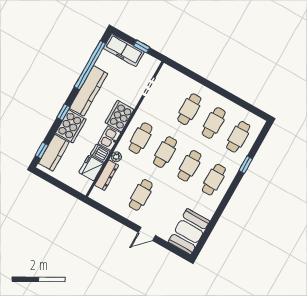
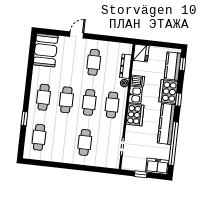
freezer: (124, 50) -> (157, 166), width x0.71
cafe table: (214, 123) -> (62, 140), removed
fridge: (91, 168) -> (141, 53), moved

